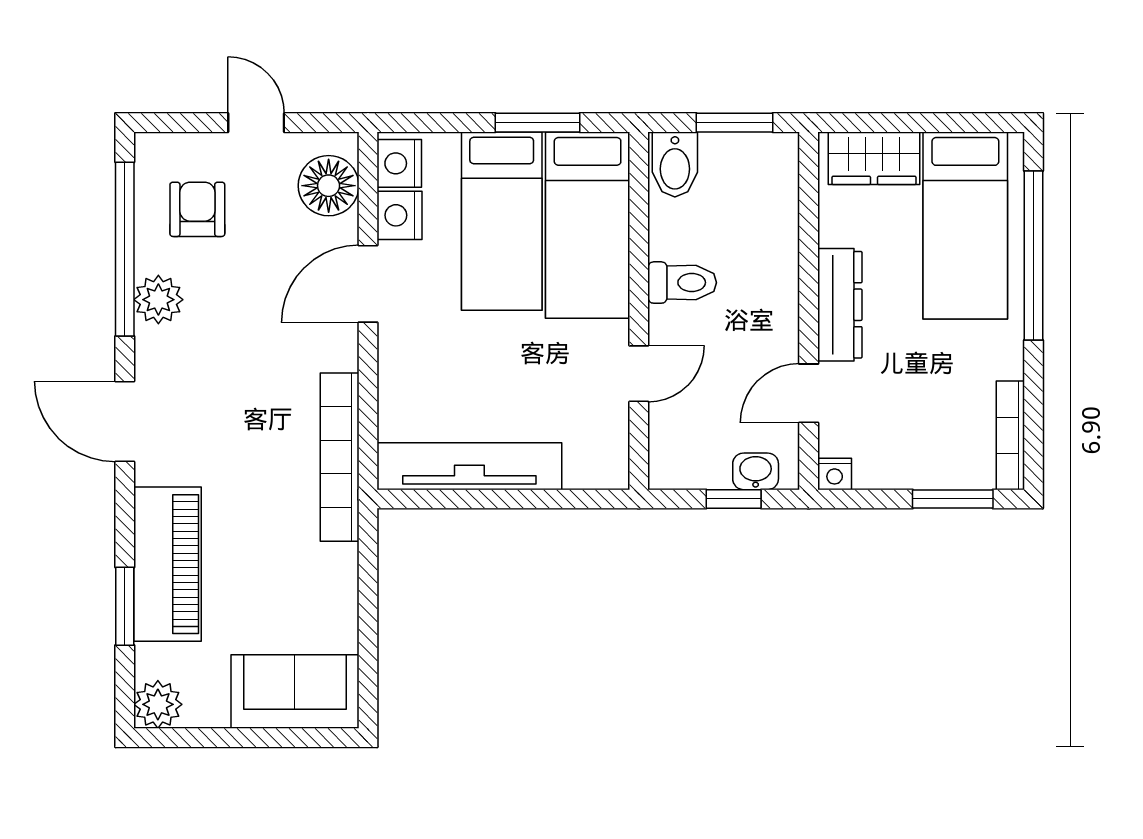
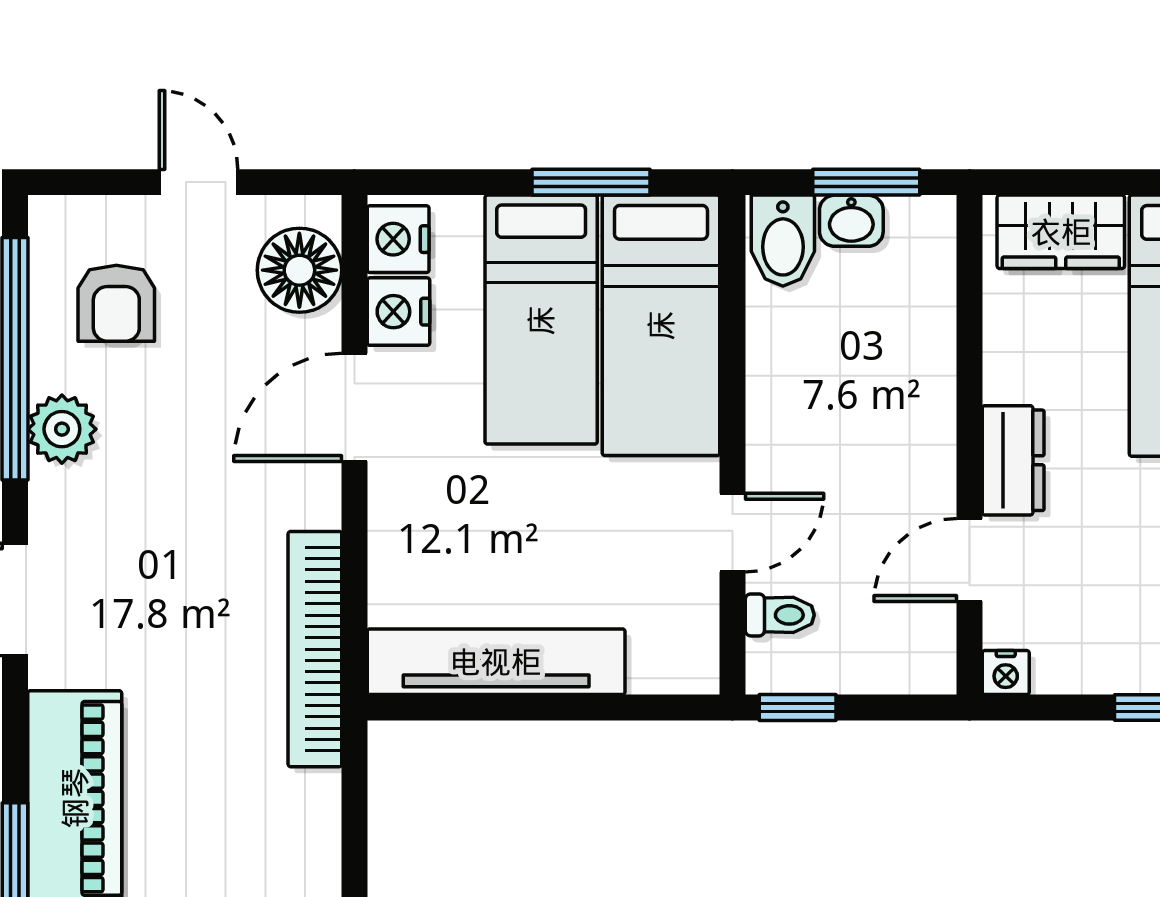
armchair: (197, 209) -> (116, 303), turned 180
toilet: (682, 283) -> (780, 615), moved, width x0.73, depth x0.72
dresser: (840, 305) -> (1013, 460), width x0.70
washbasin: (756, 471) -> (851, 221), moved, turned 180
window: (734, 499) -> (798, 707), moved

